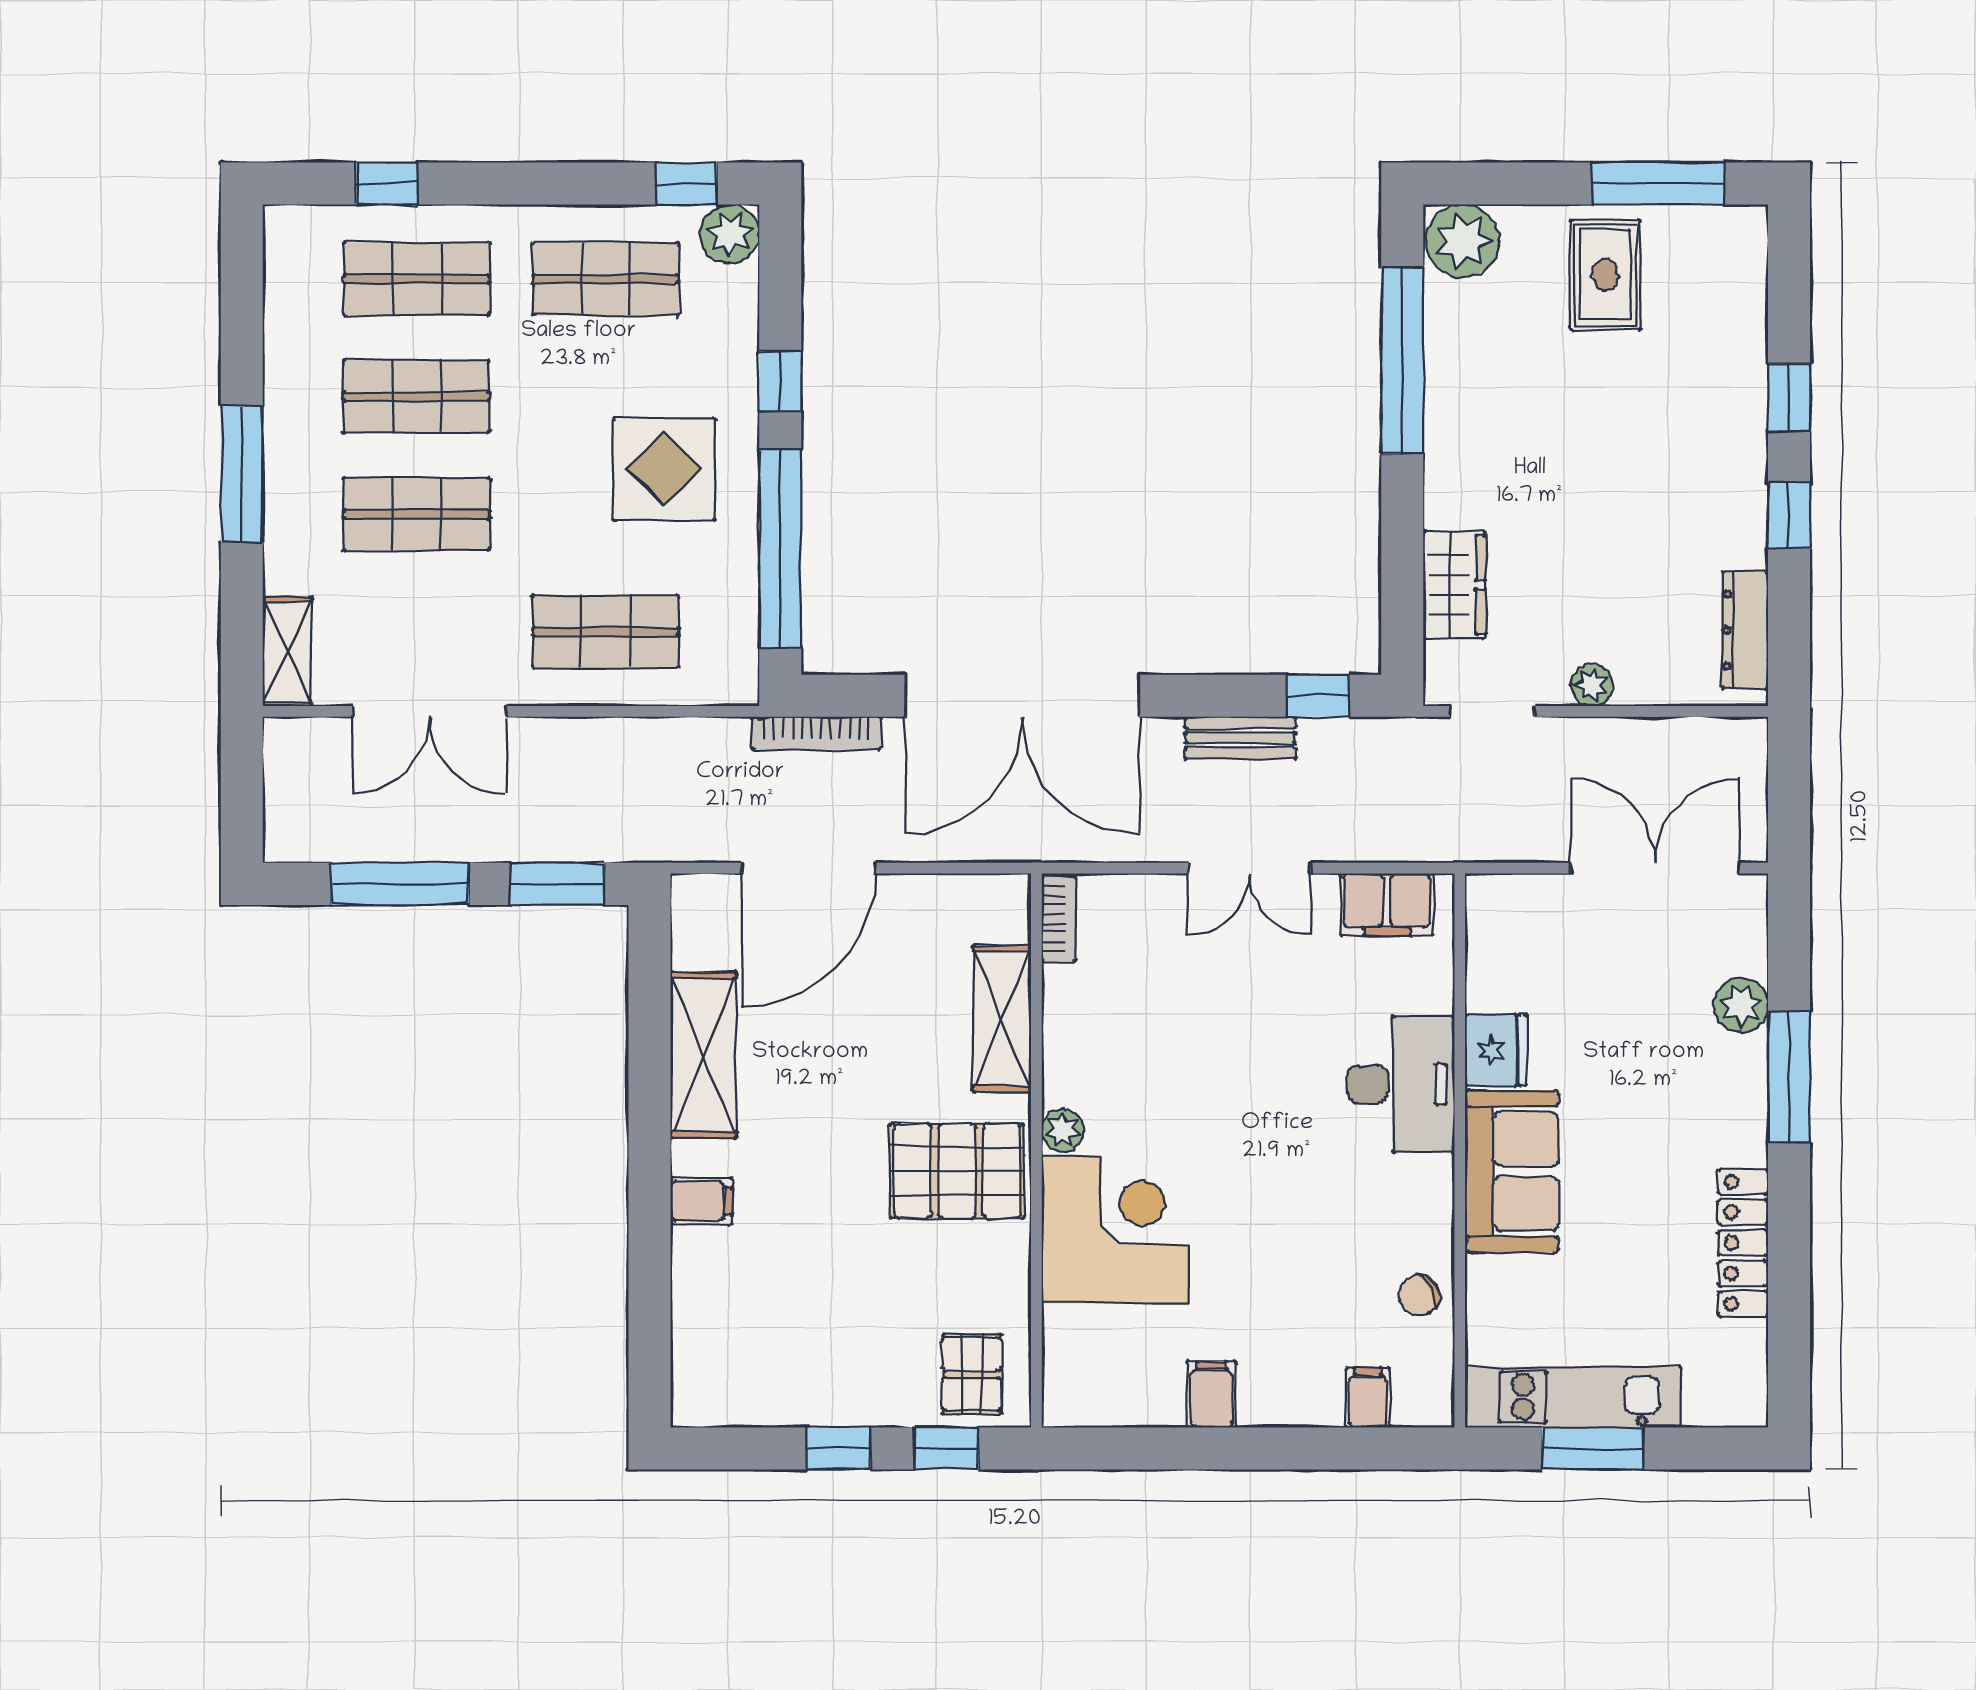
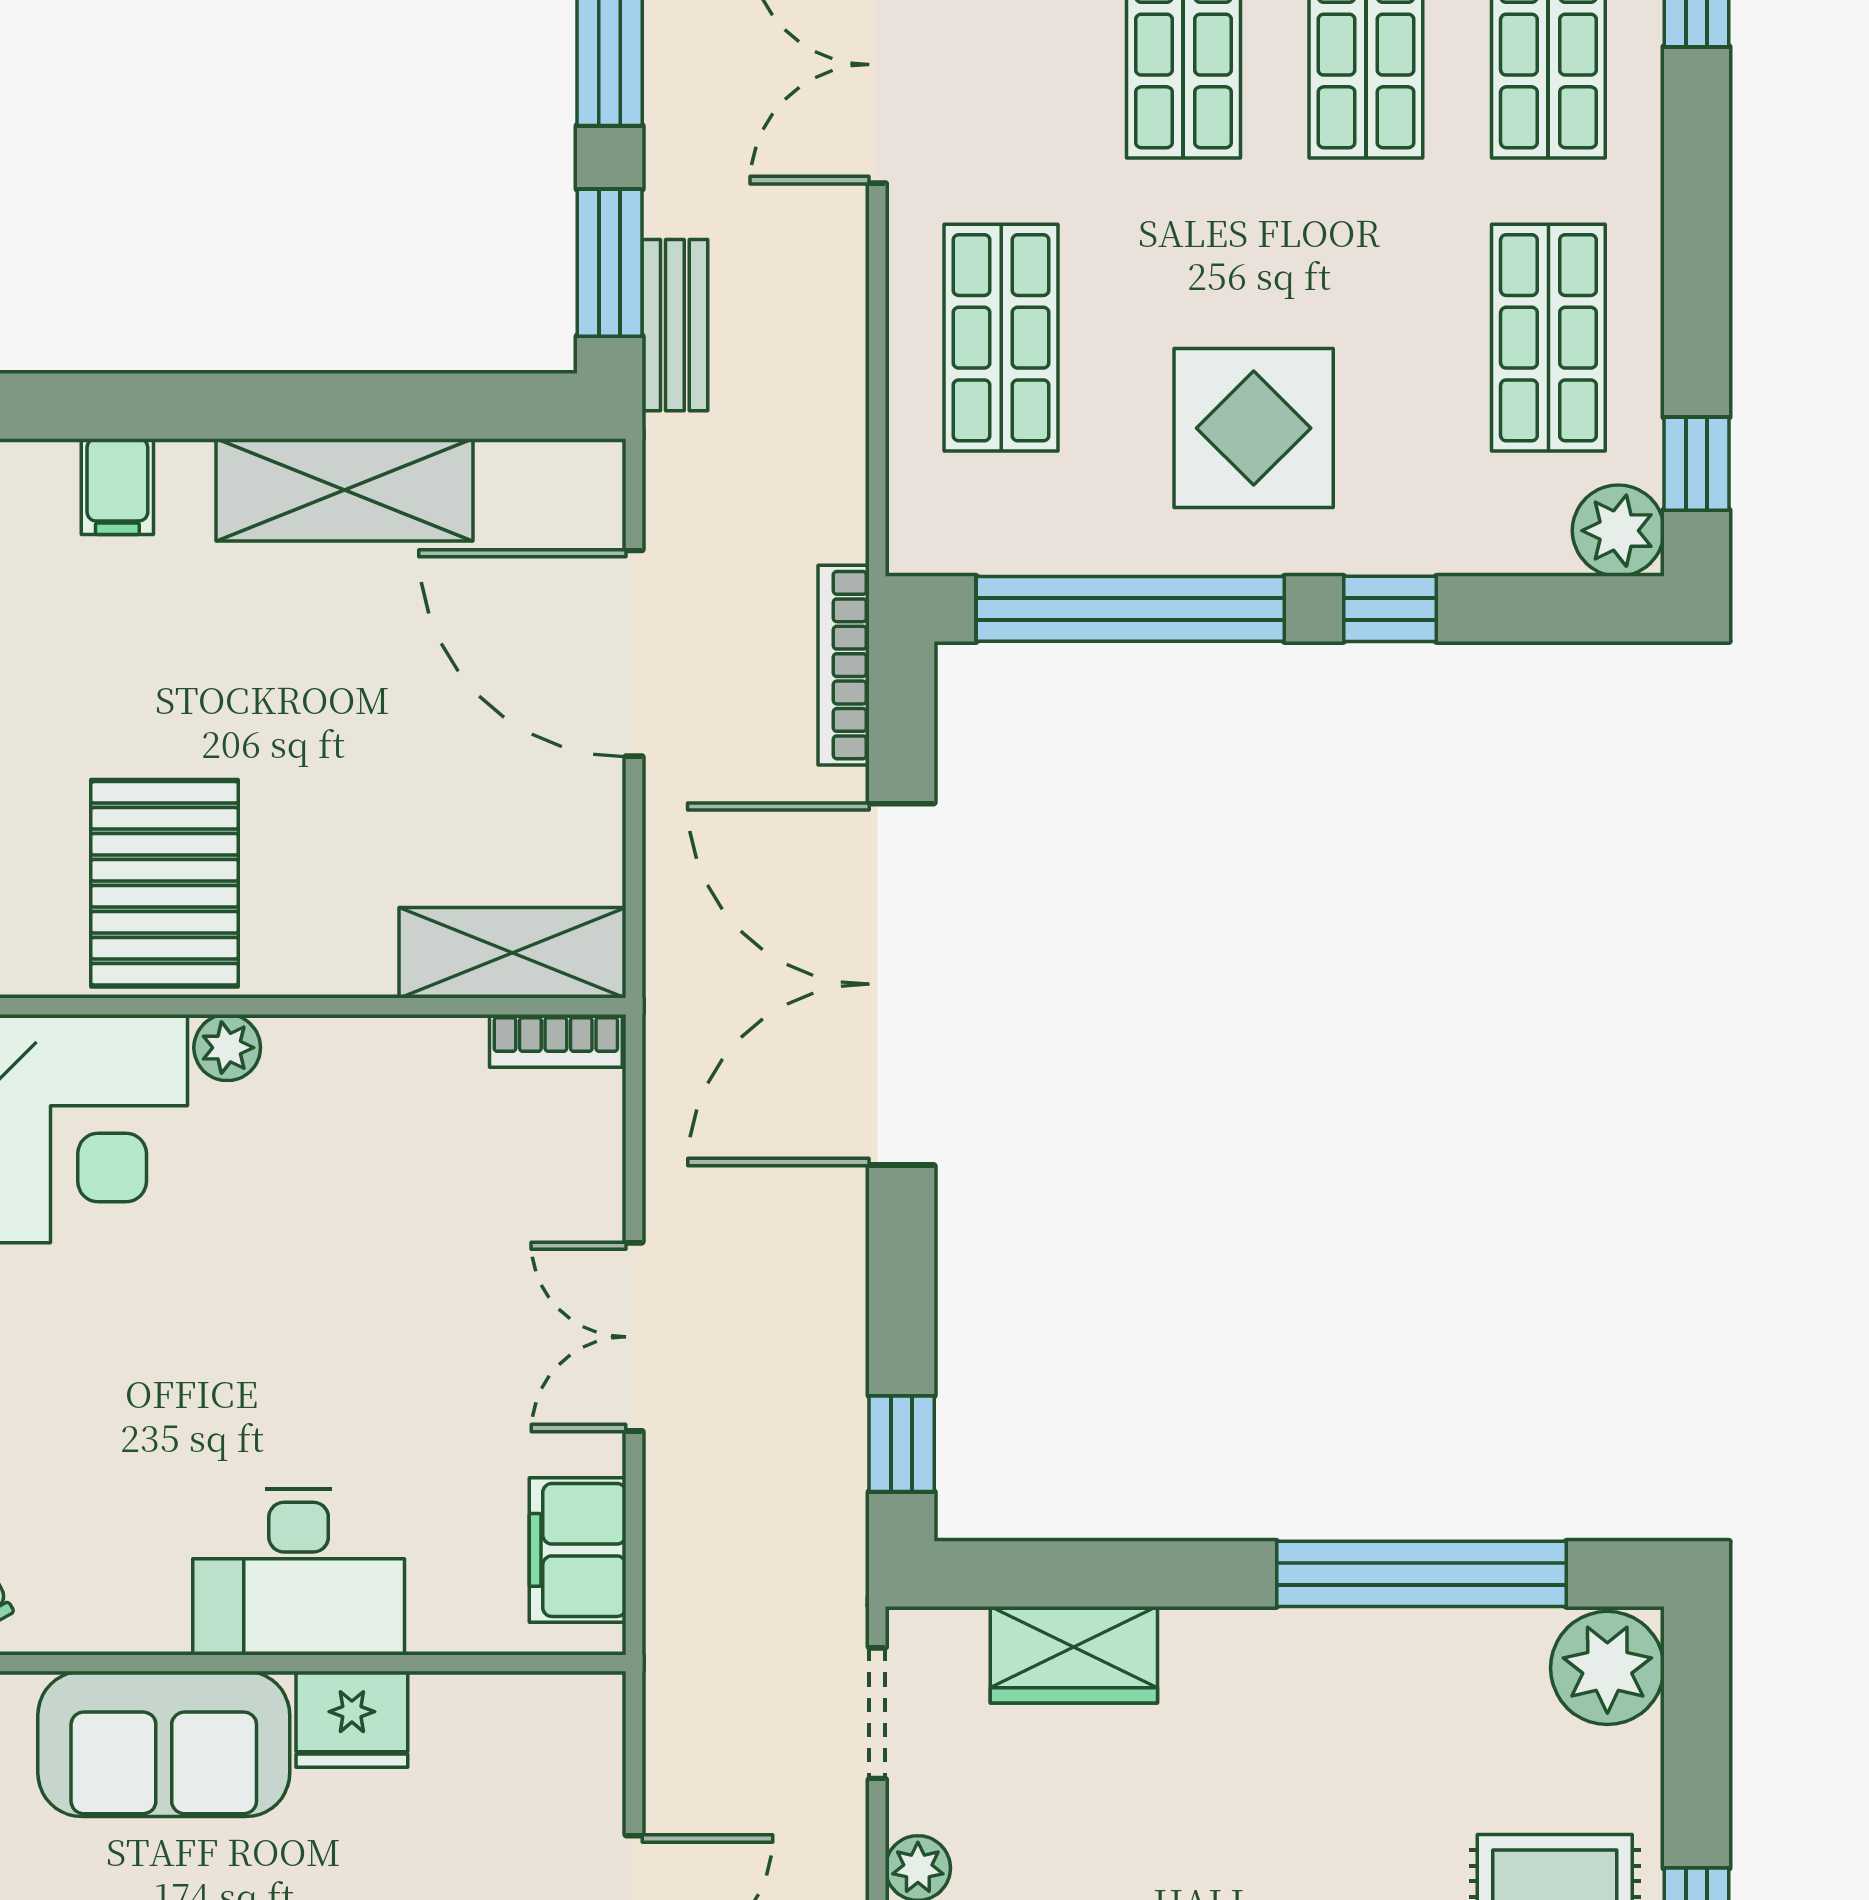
bench: (1240, 738) -> (675, 325), moved
shelving: (1002, 1018) -> (512, 953), moved

